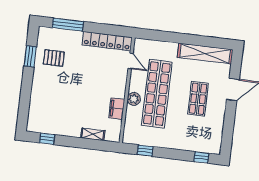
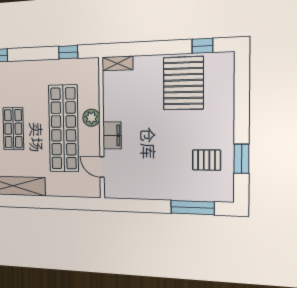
locker: (107, 41) -> (136, 190), removed
filing cabinet: (117, 109) -> (112, 135), moved
pallet: (63, 115) -> (183, 83), added
shelving: (93, 134) -> (117, 63), moved

